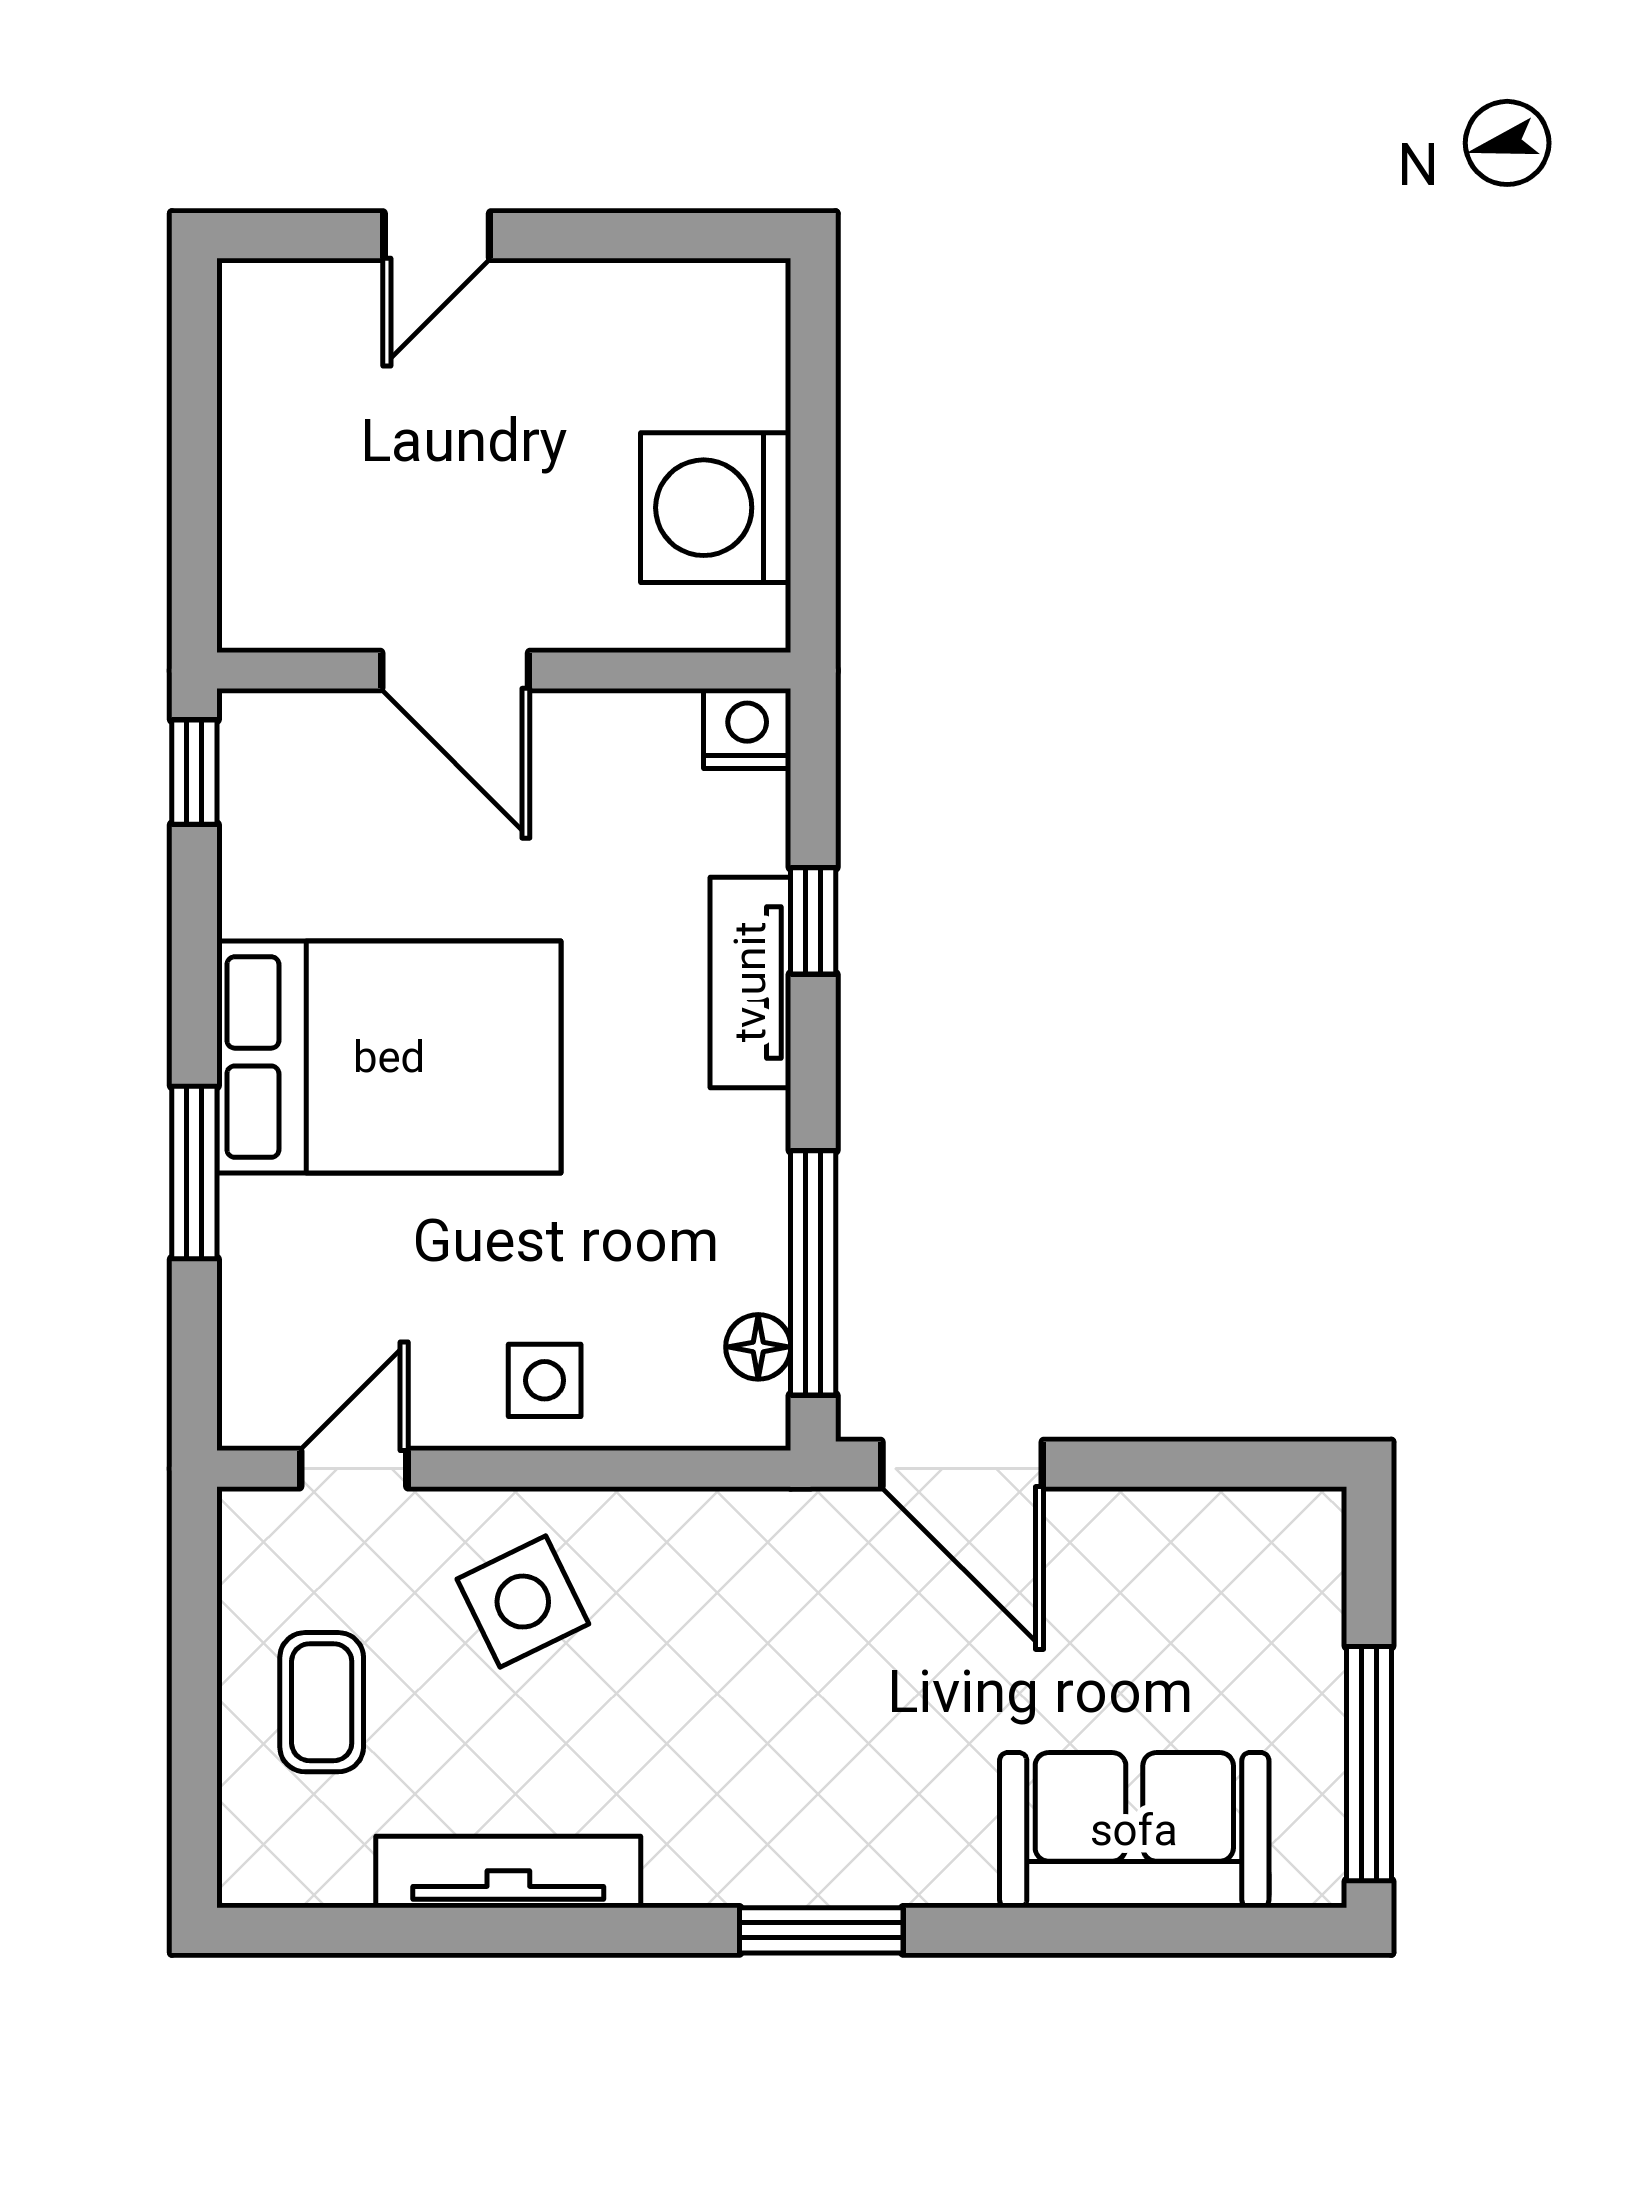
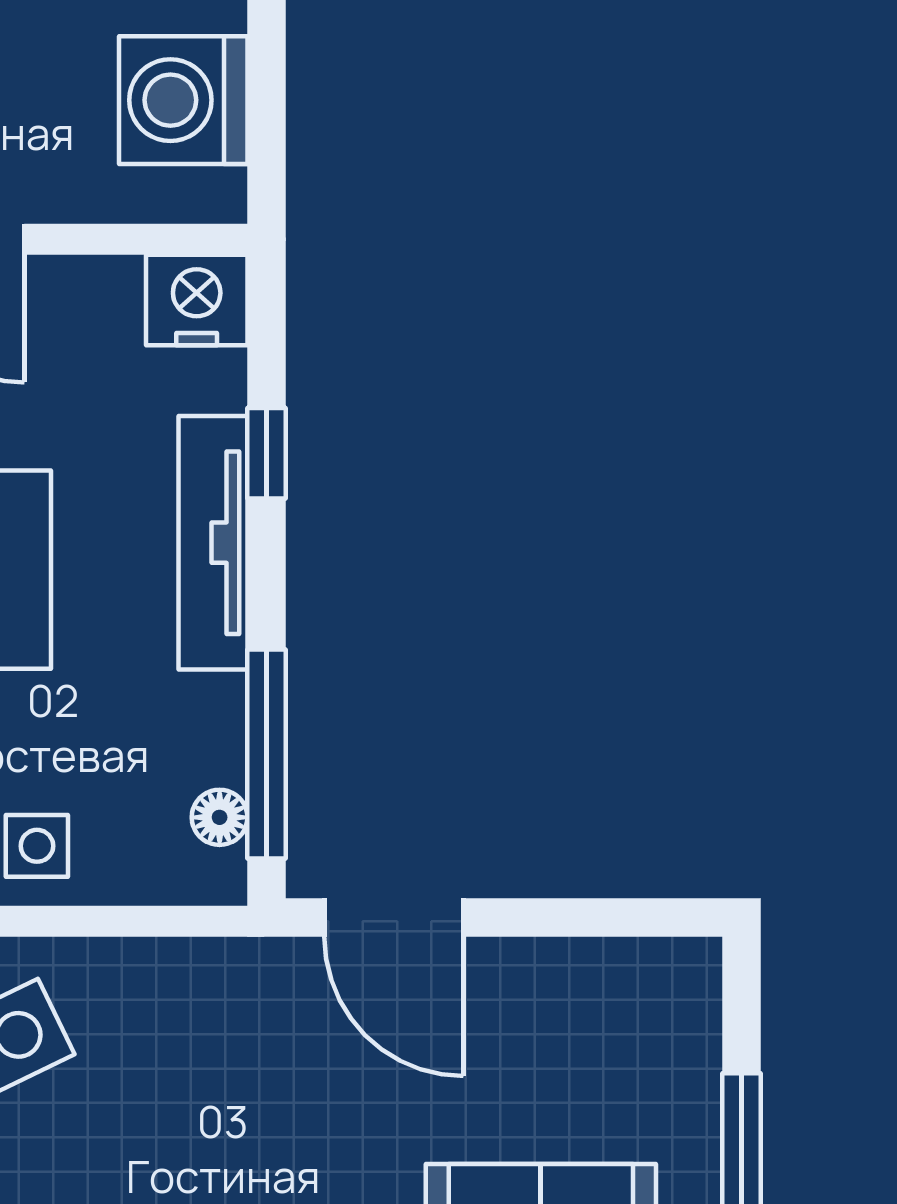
nightstand: (747, 729) -> (197, 300), width x1.36, depth x1.33
tv unit: (750, 982) -> (213, 543), width x1.41

